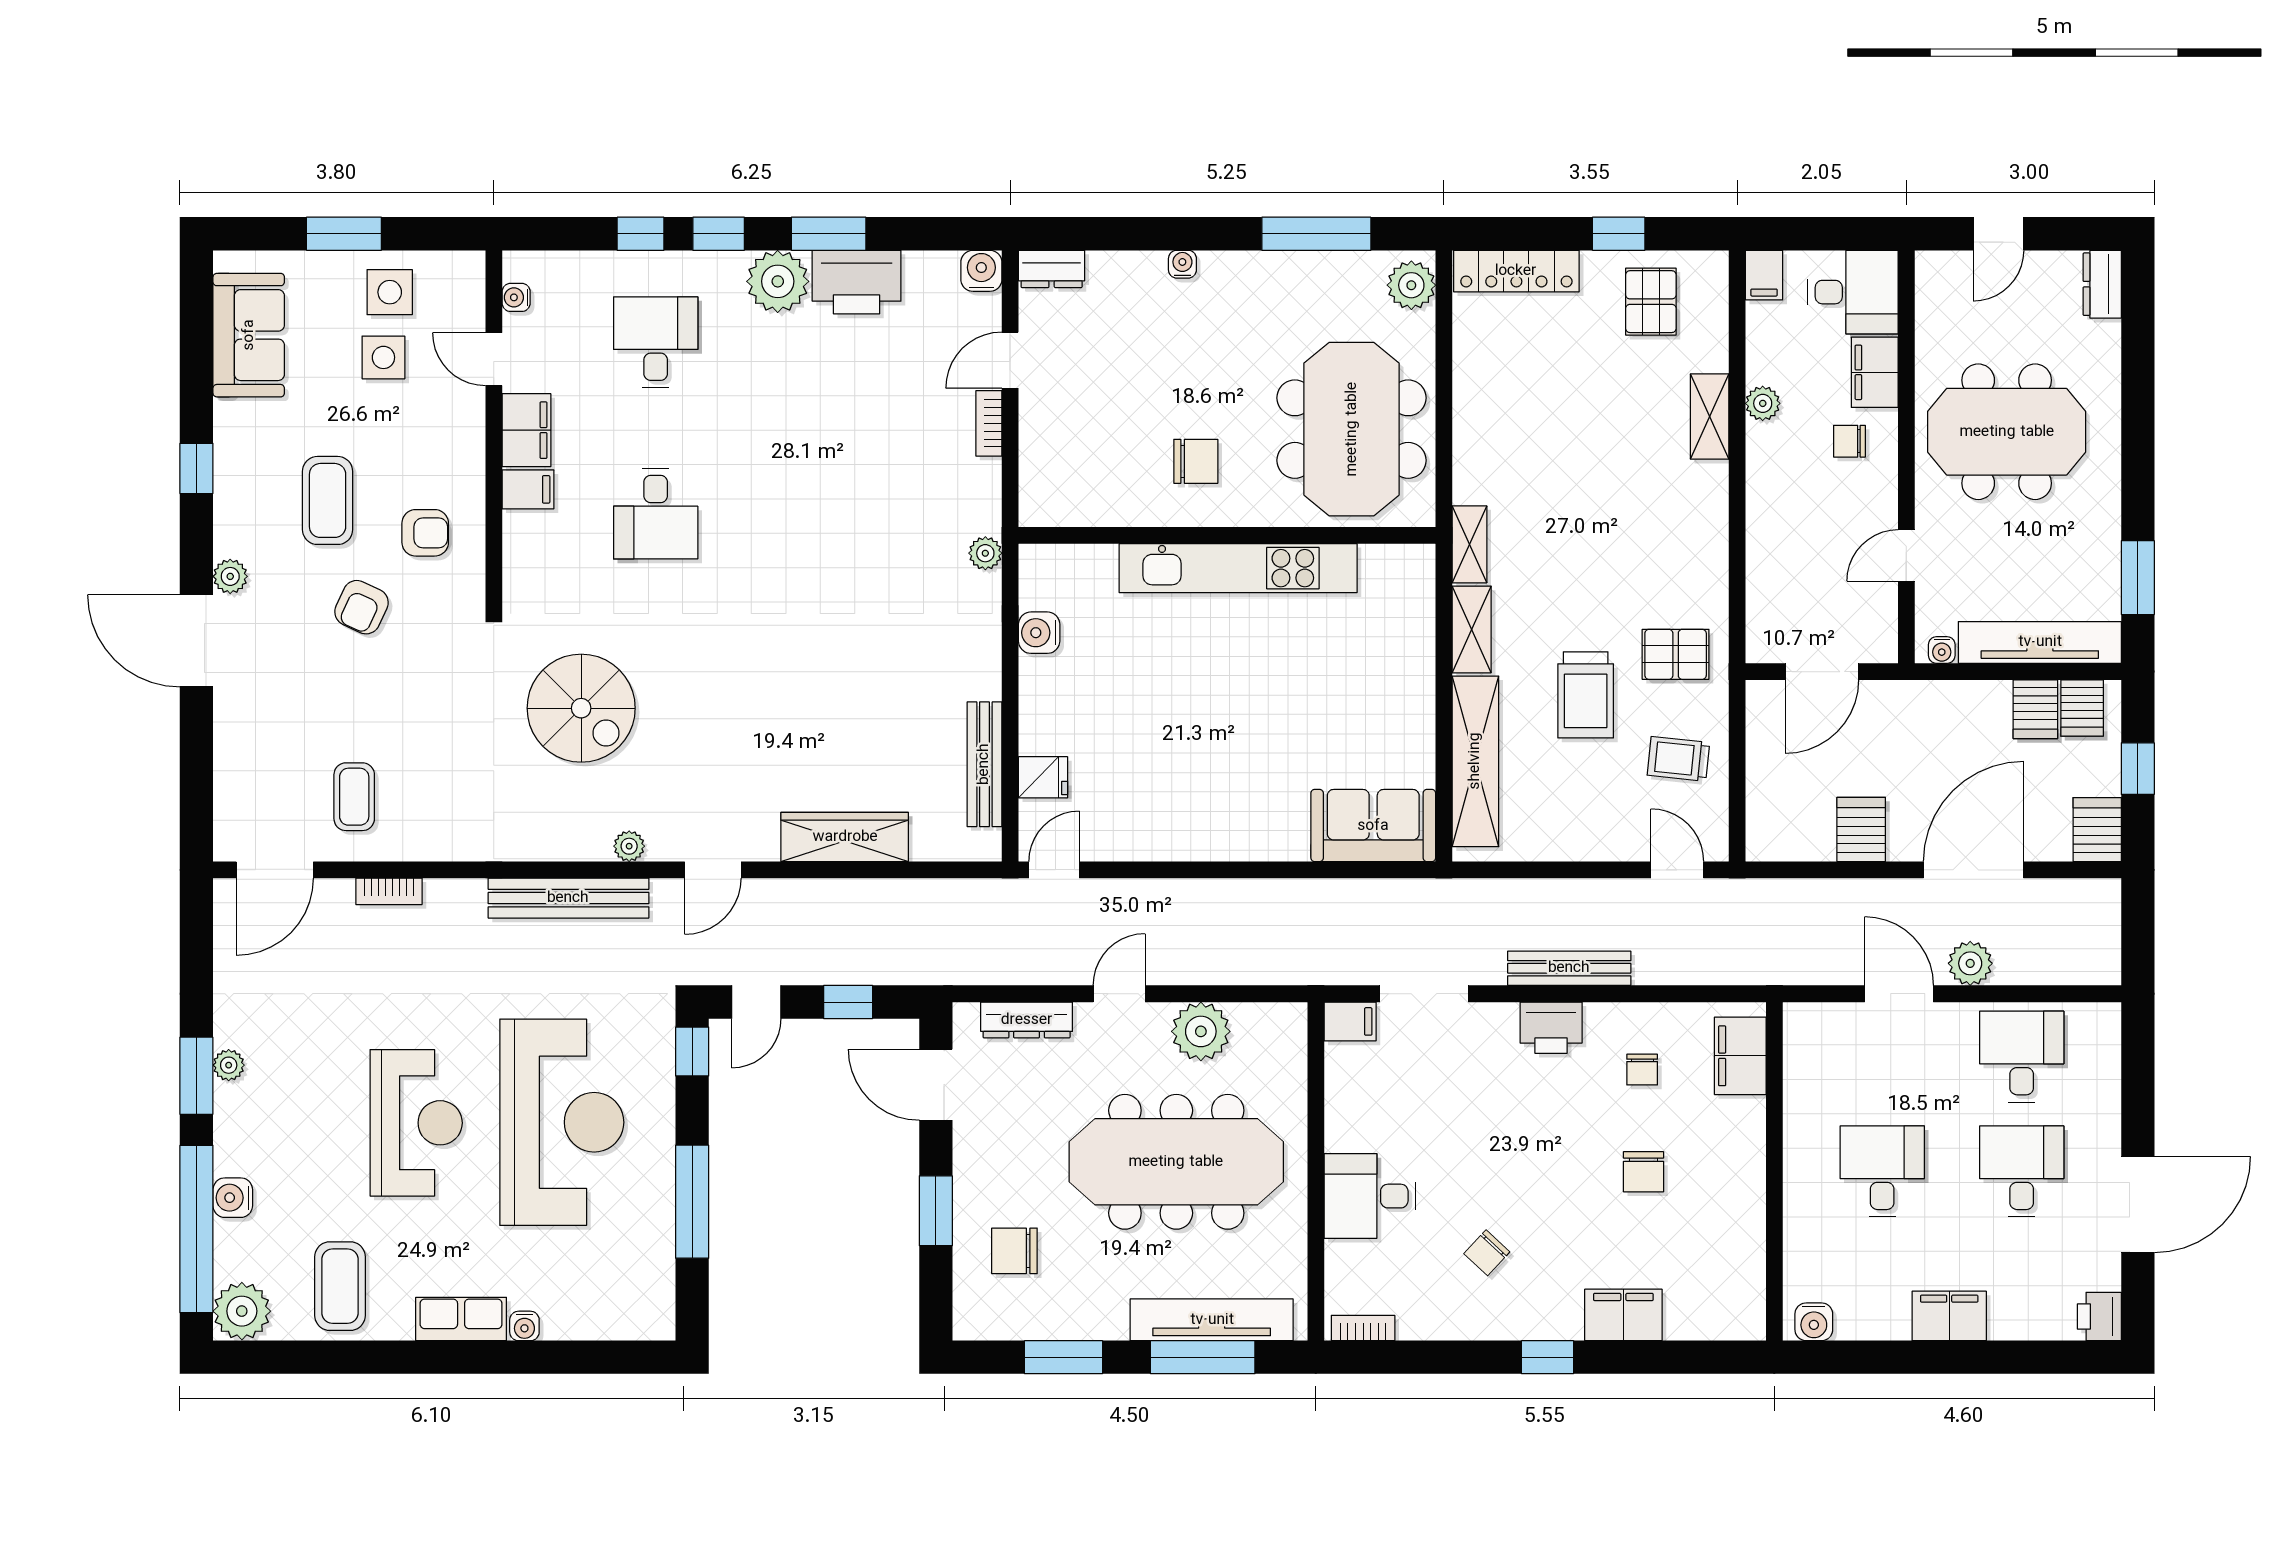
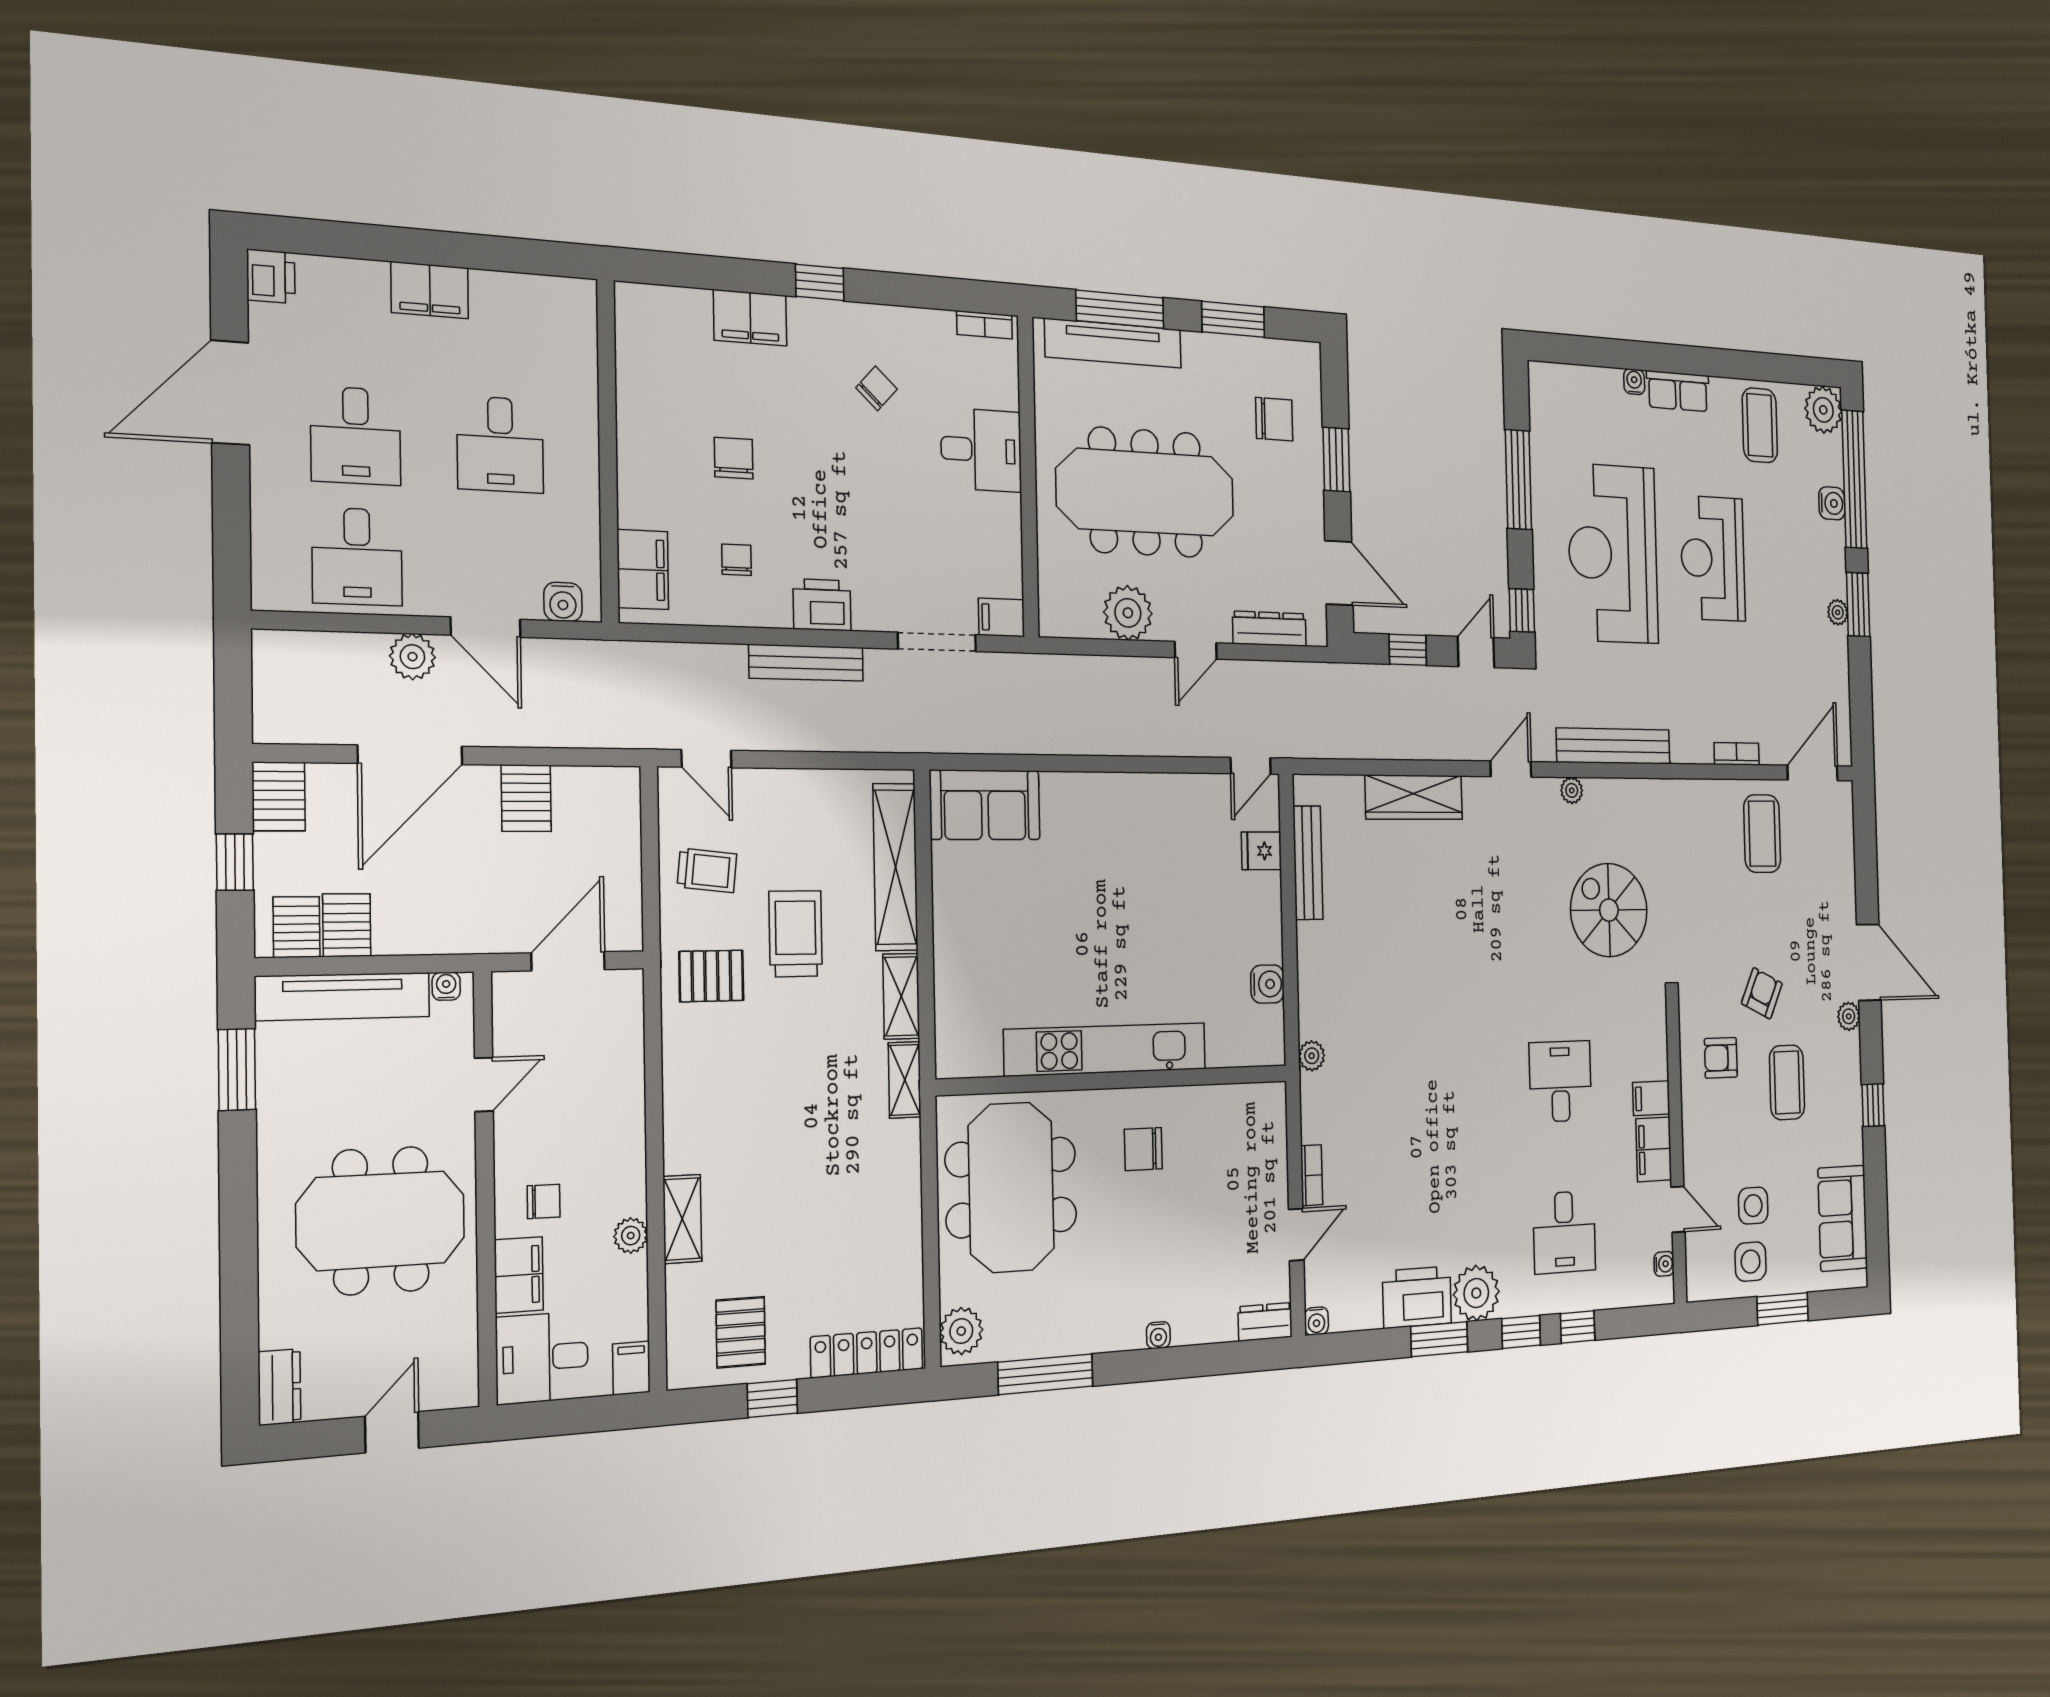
water cooler: (981, 271) -> (1316, 1321), width x0.72, depth x0.72
coffee table: (354, 797) -> (1762, 834), width x1.36, depth x1.30
water cooler: (1814, 1322) -> (563, 602), moved, turned 180

